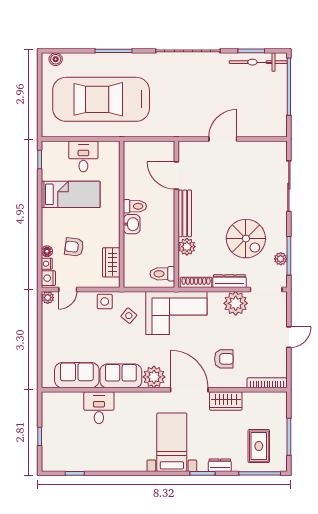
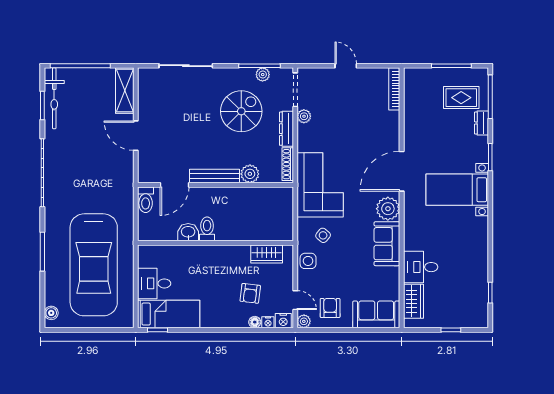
shelving: (265, 129) -> (125, 91), added
bed: (71, 194) -> (169, 314), moved, turned 90
washbasin: (132, 224) -> (188, 232), moved
toilet: (162, 274) -> (146, 200), moved
plant: (236, 303) -> (304, 116), width x0.53, depth x0.53
armchair: (224, 359) -> (330, 308), moved
sofa: (77, 375) -> (376, 314), moved, turned 90
wardrobe: (226, 401) -> (413, 301), moved
dresser: (220, 465) -> (481, 123), moved

